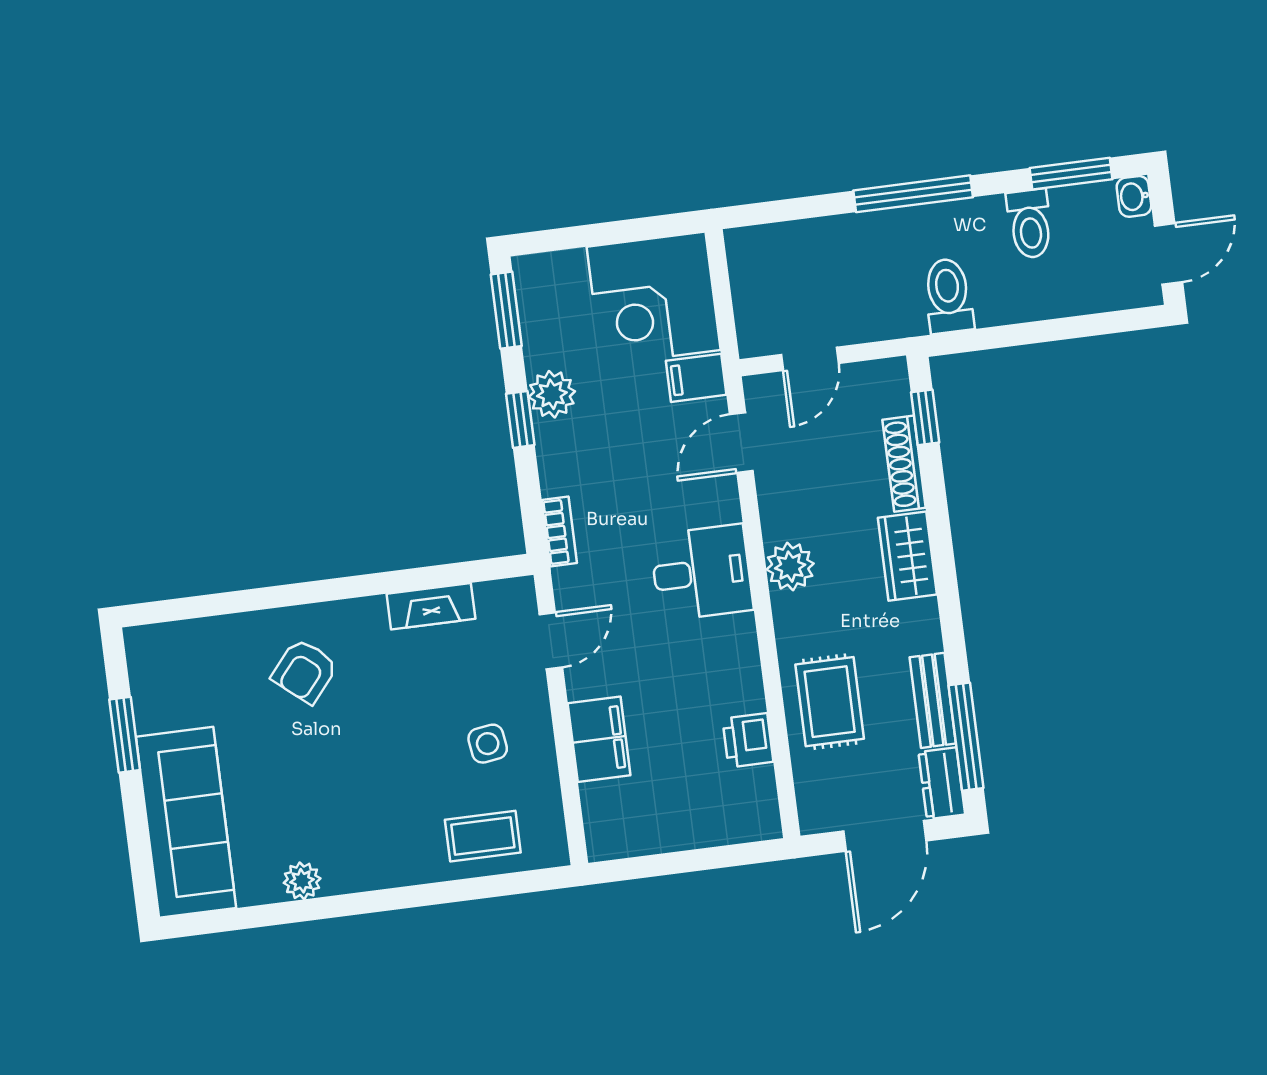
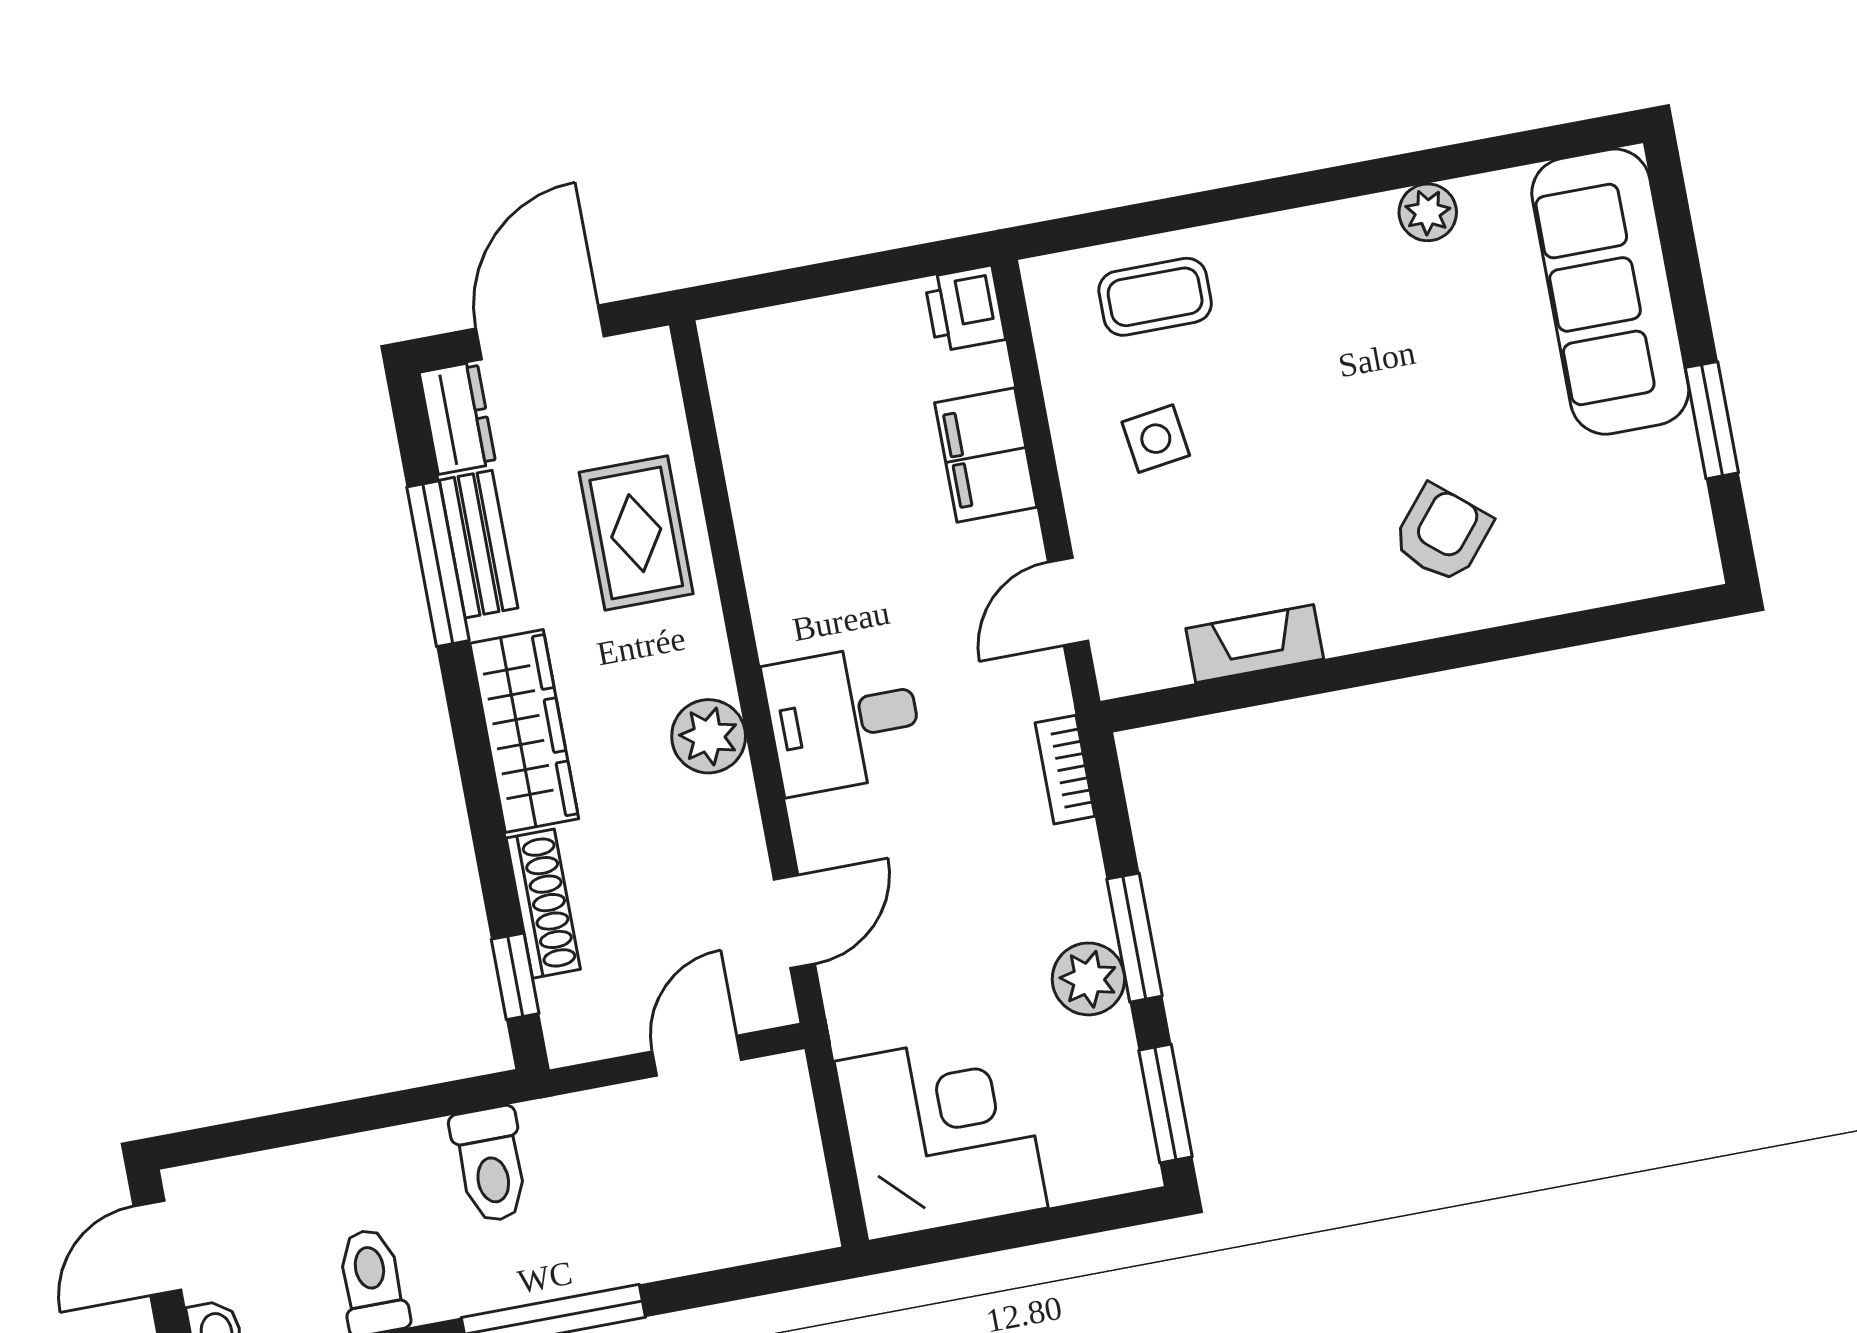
filing cabinet: (696, 378) -> (869, 1017), removed
window: (520, 419) -> (1134, 938), width x1.50
wardrobe: (907, 556) -> (524, 731), width x1.50
window: (966, 737) -> (438, 564), moved
printer: (748, 740) -> (965, 309), moved, turned 180

